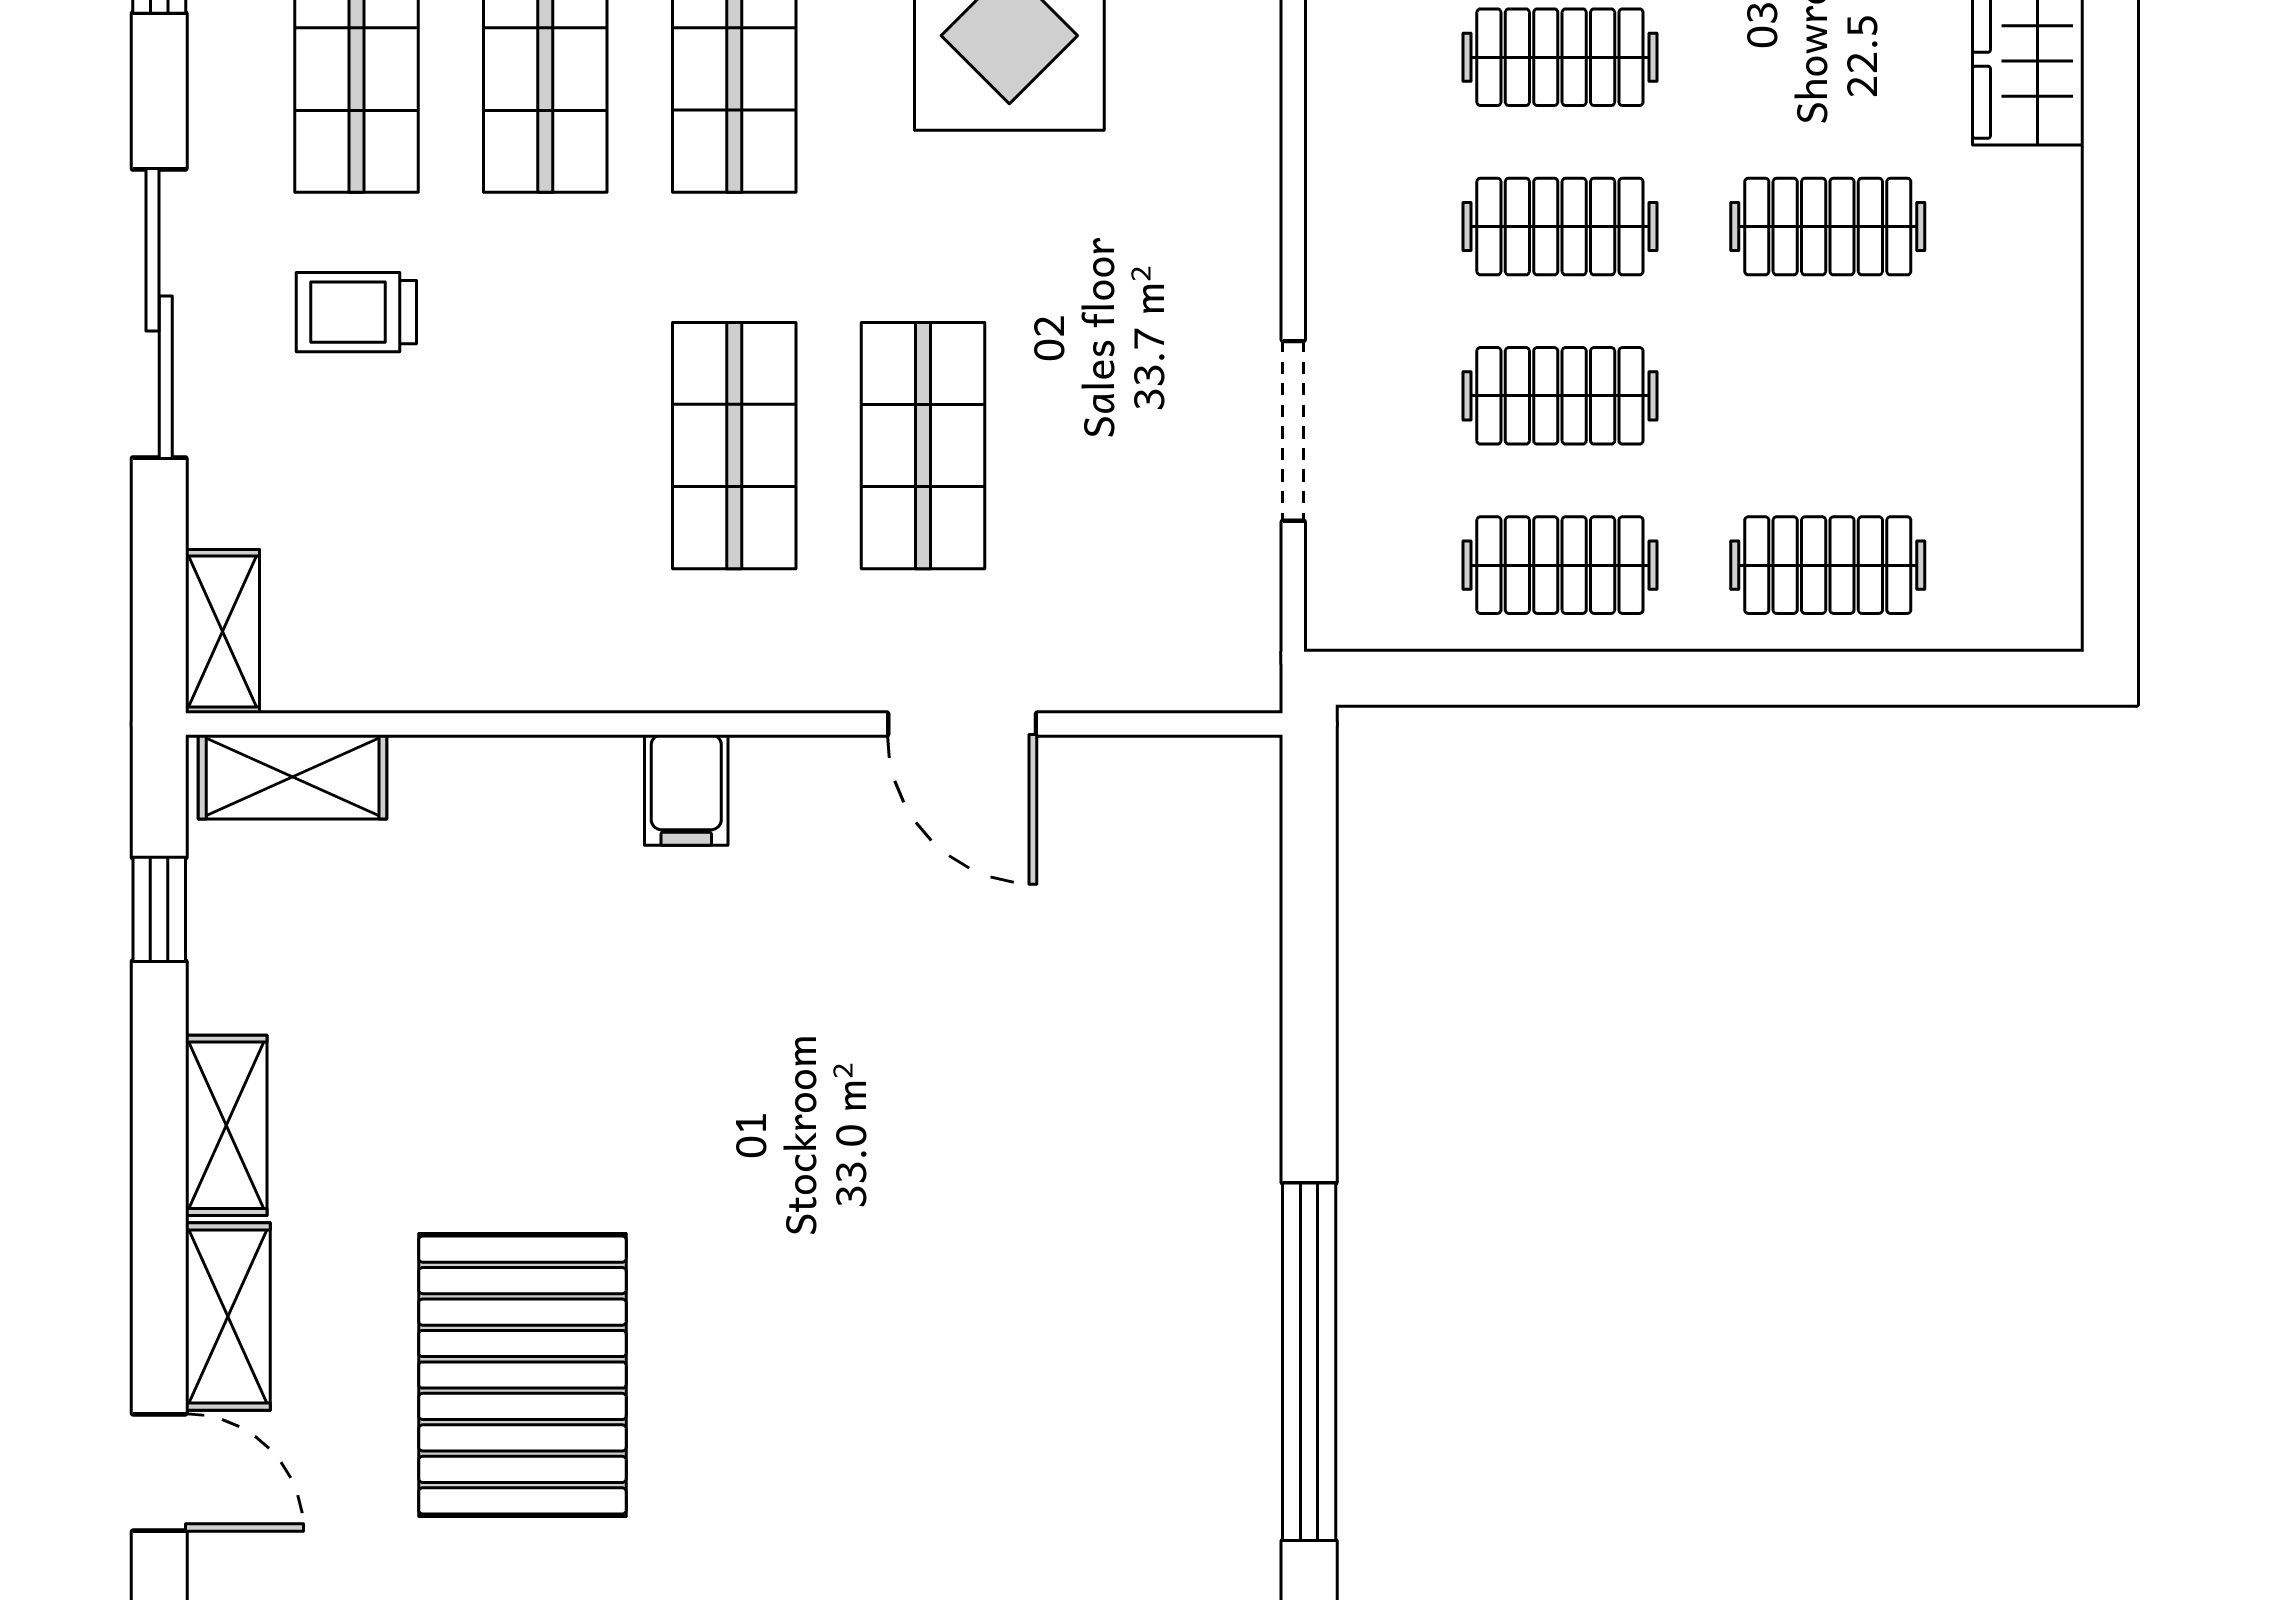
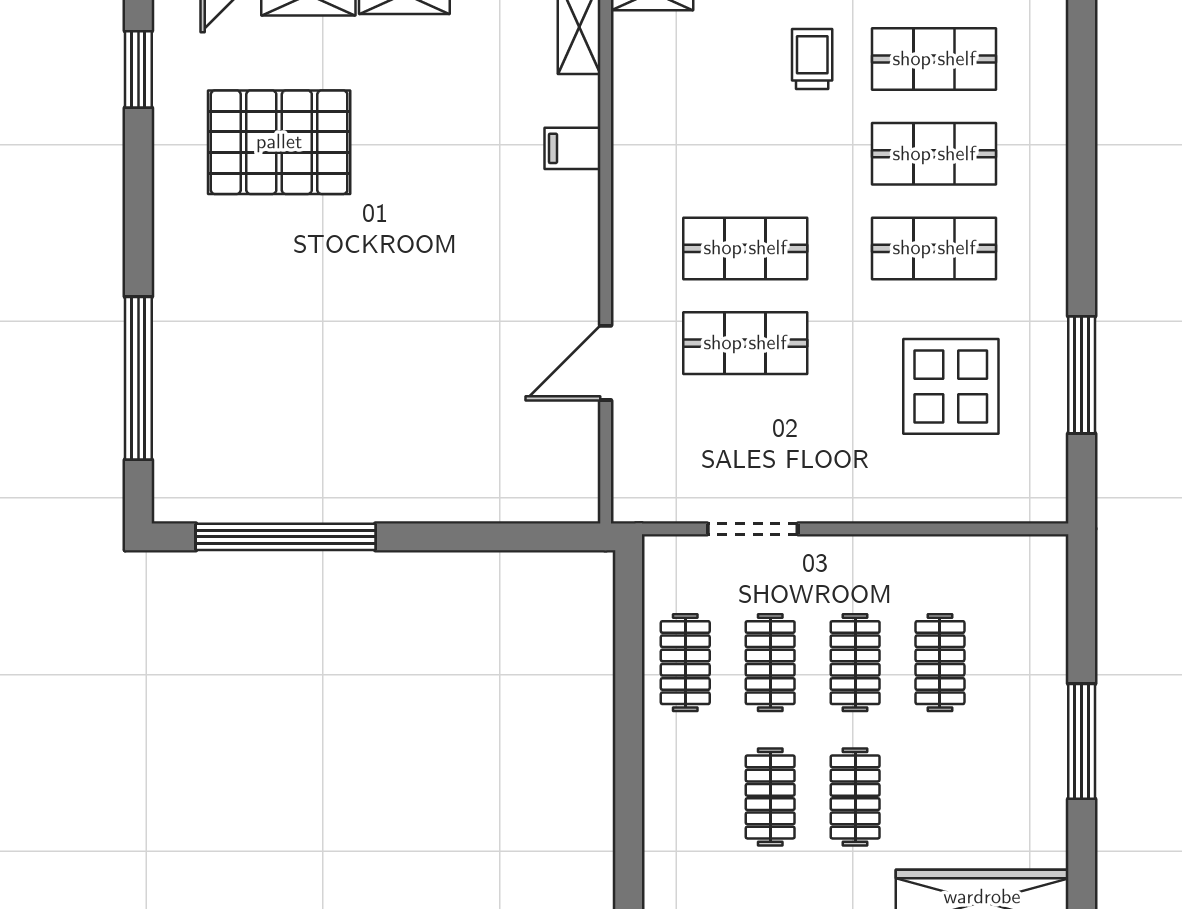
clothes rail: (1828, 565) -> (770, 797), moved
filing cabinet: (686, 790) -> (572, 148), moved

